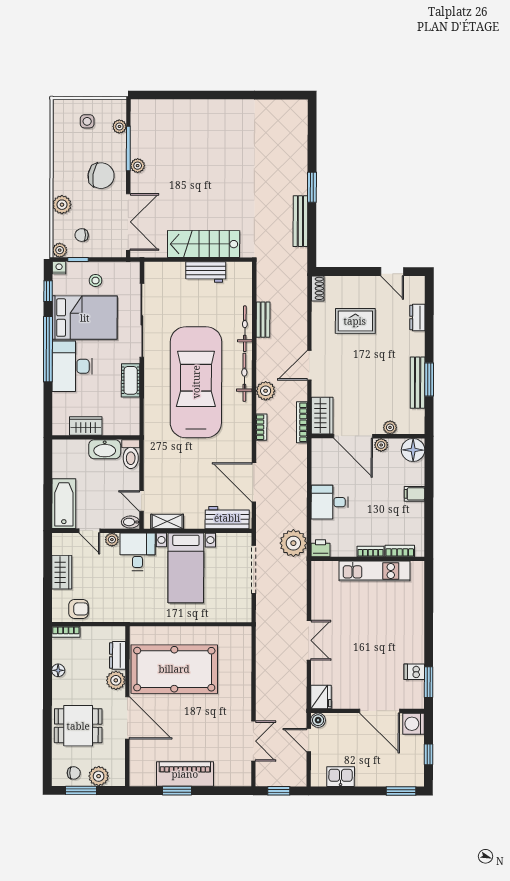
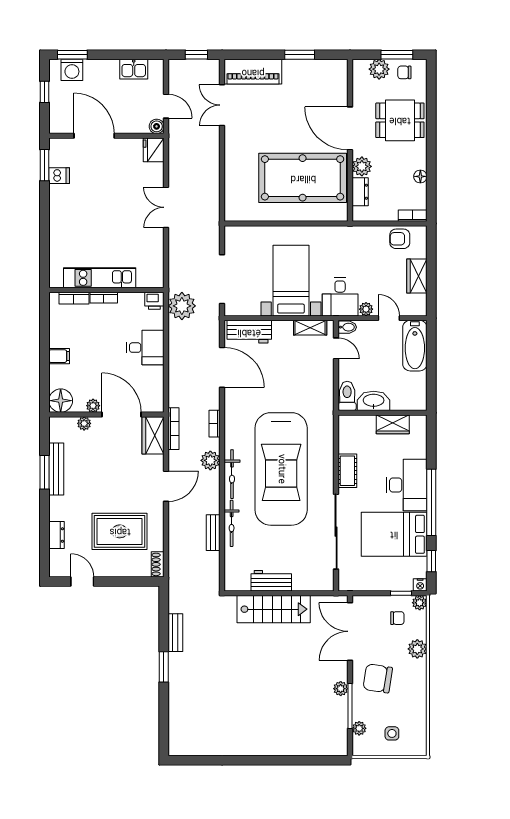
bench: (300, 221) -> (175, 633), width x0.73
stool: (96, 280) -> (383, 572), removed
rug: (355, 321) -> (120, 531), width x1.36, depth x1.43
washing machine: (414, 724) -> (72, 70), moved, turned 90
piano: (185, 774) -> (253, 72), moved

